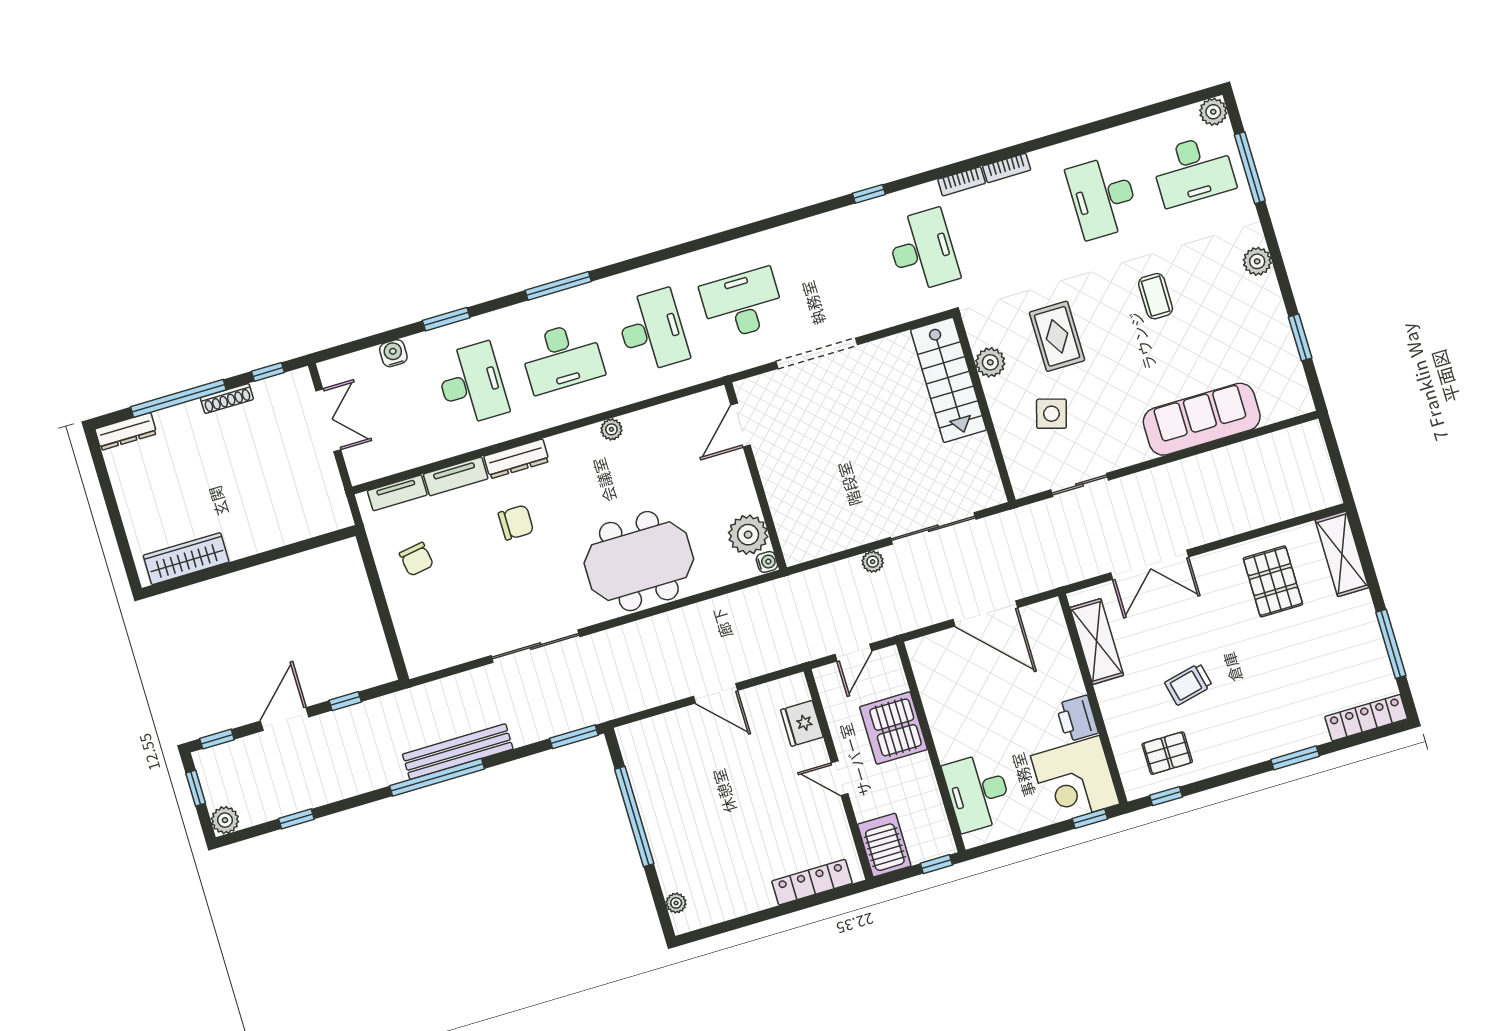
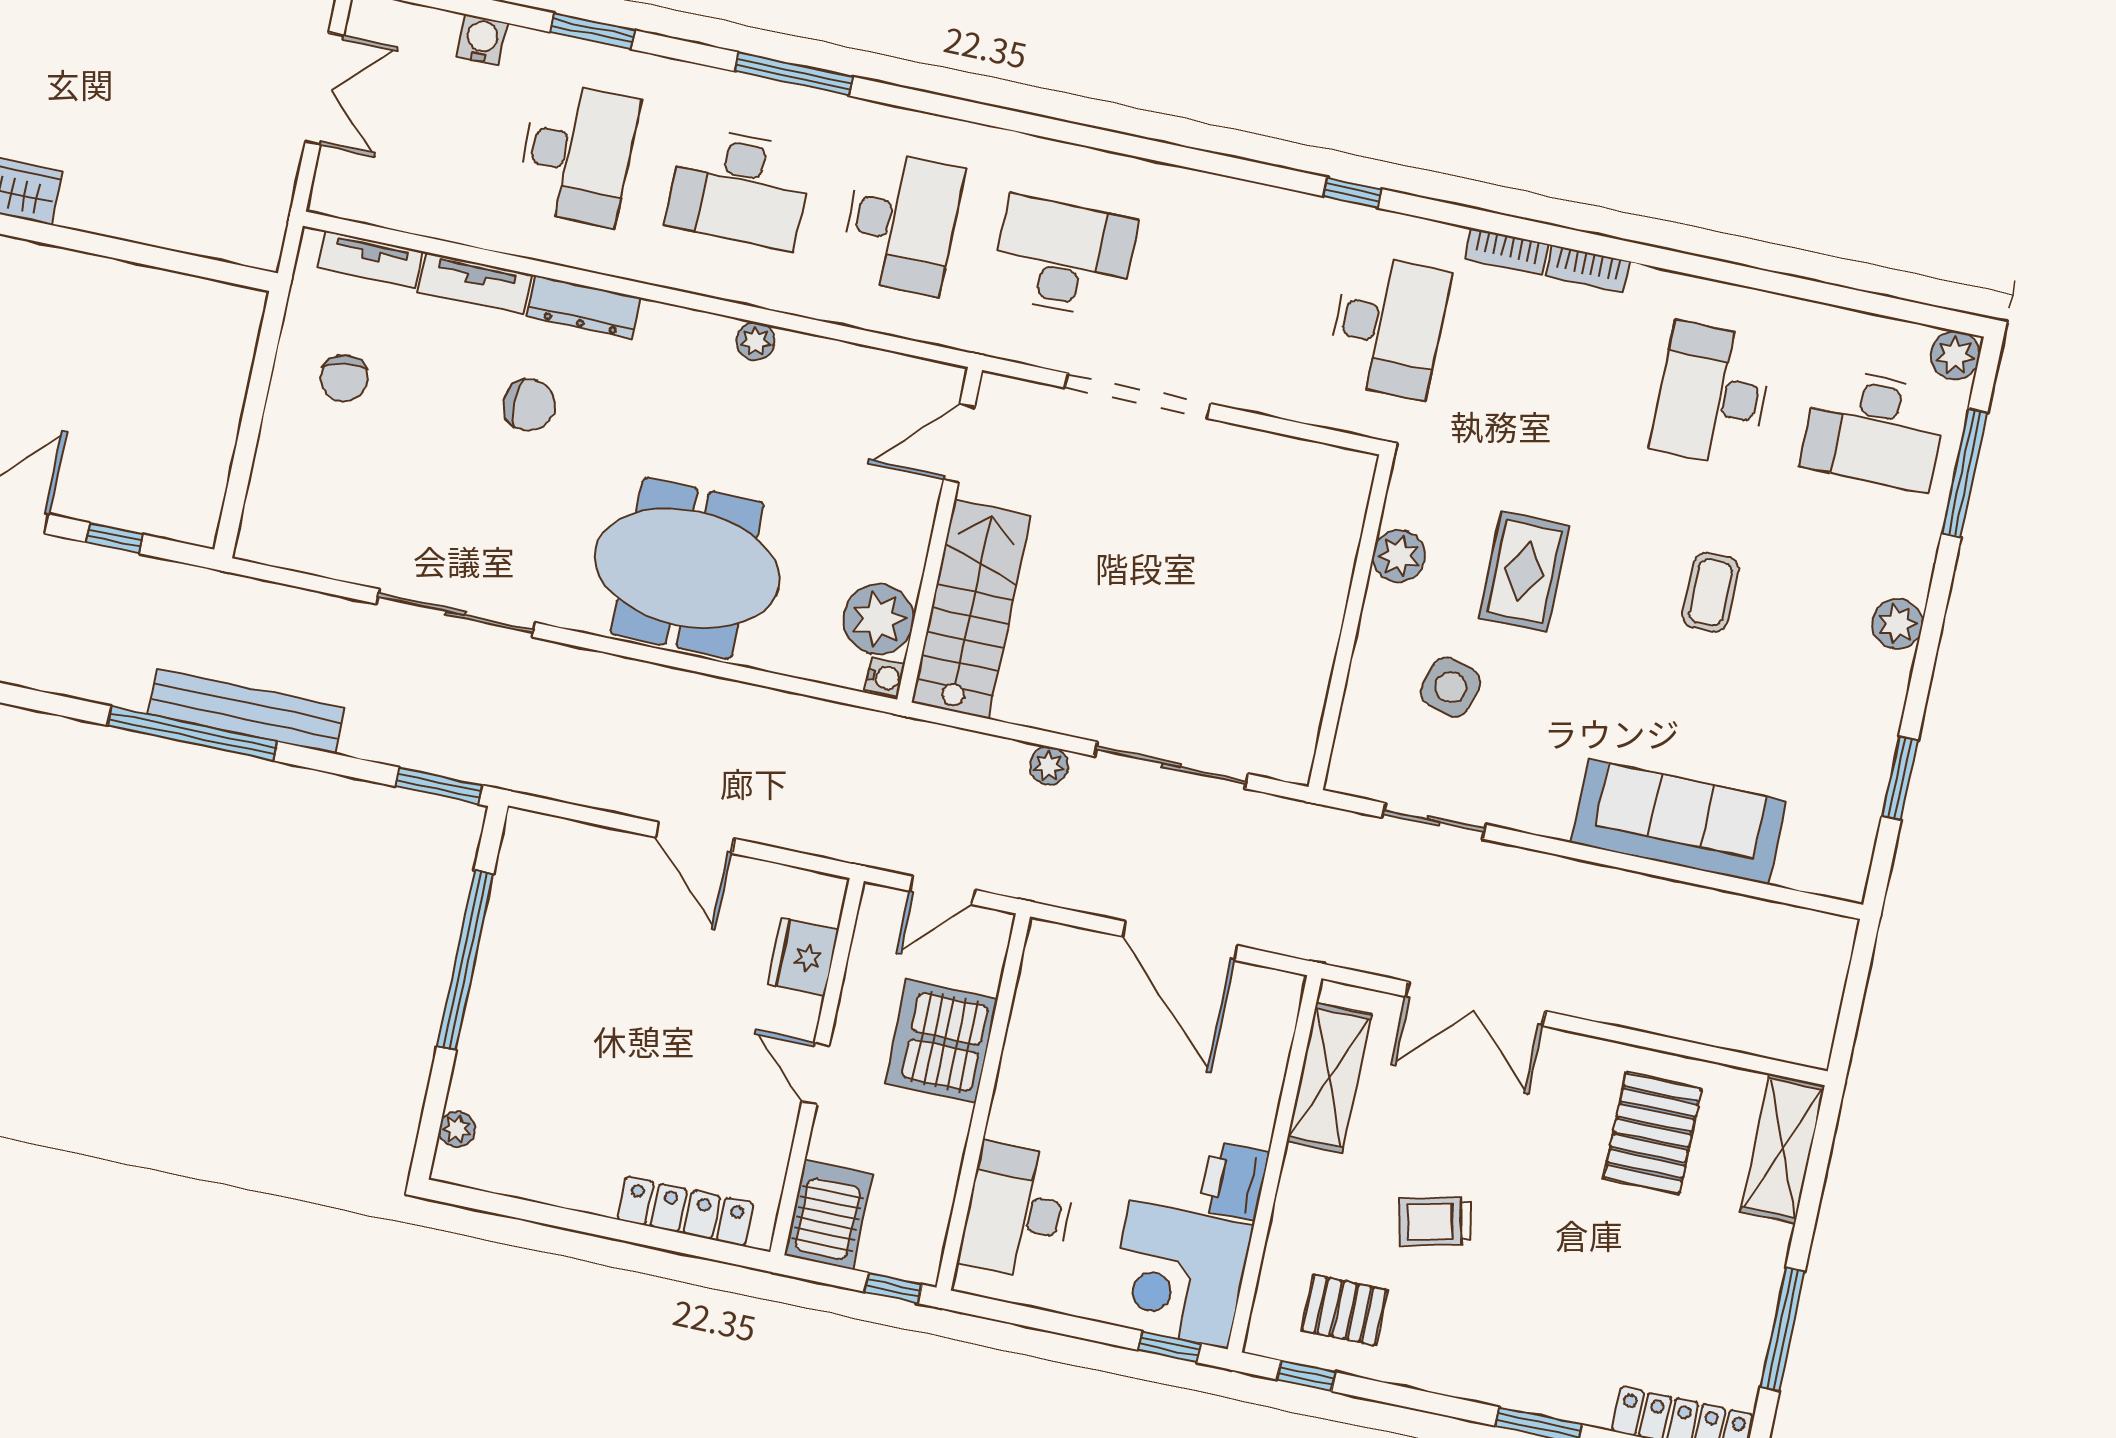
stairs: (948, 380) -> (971, 609), moved, turned 180

